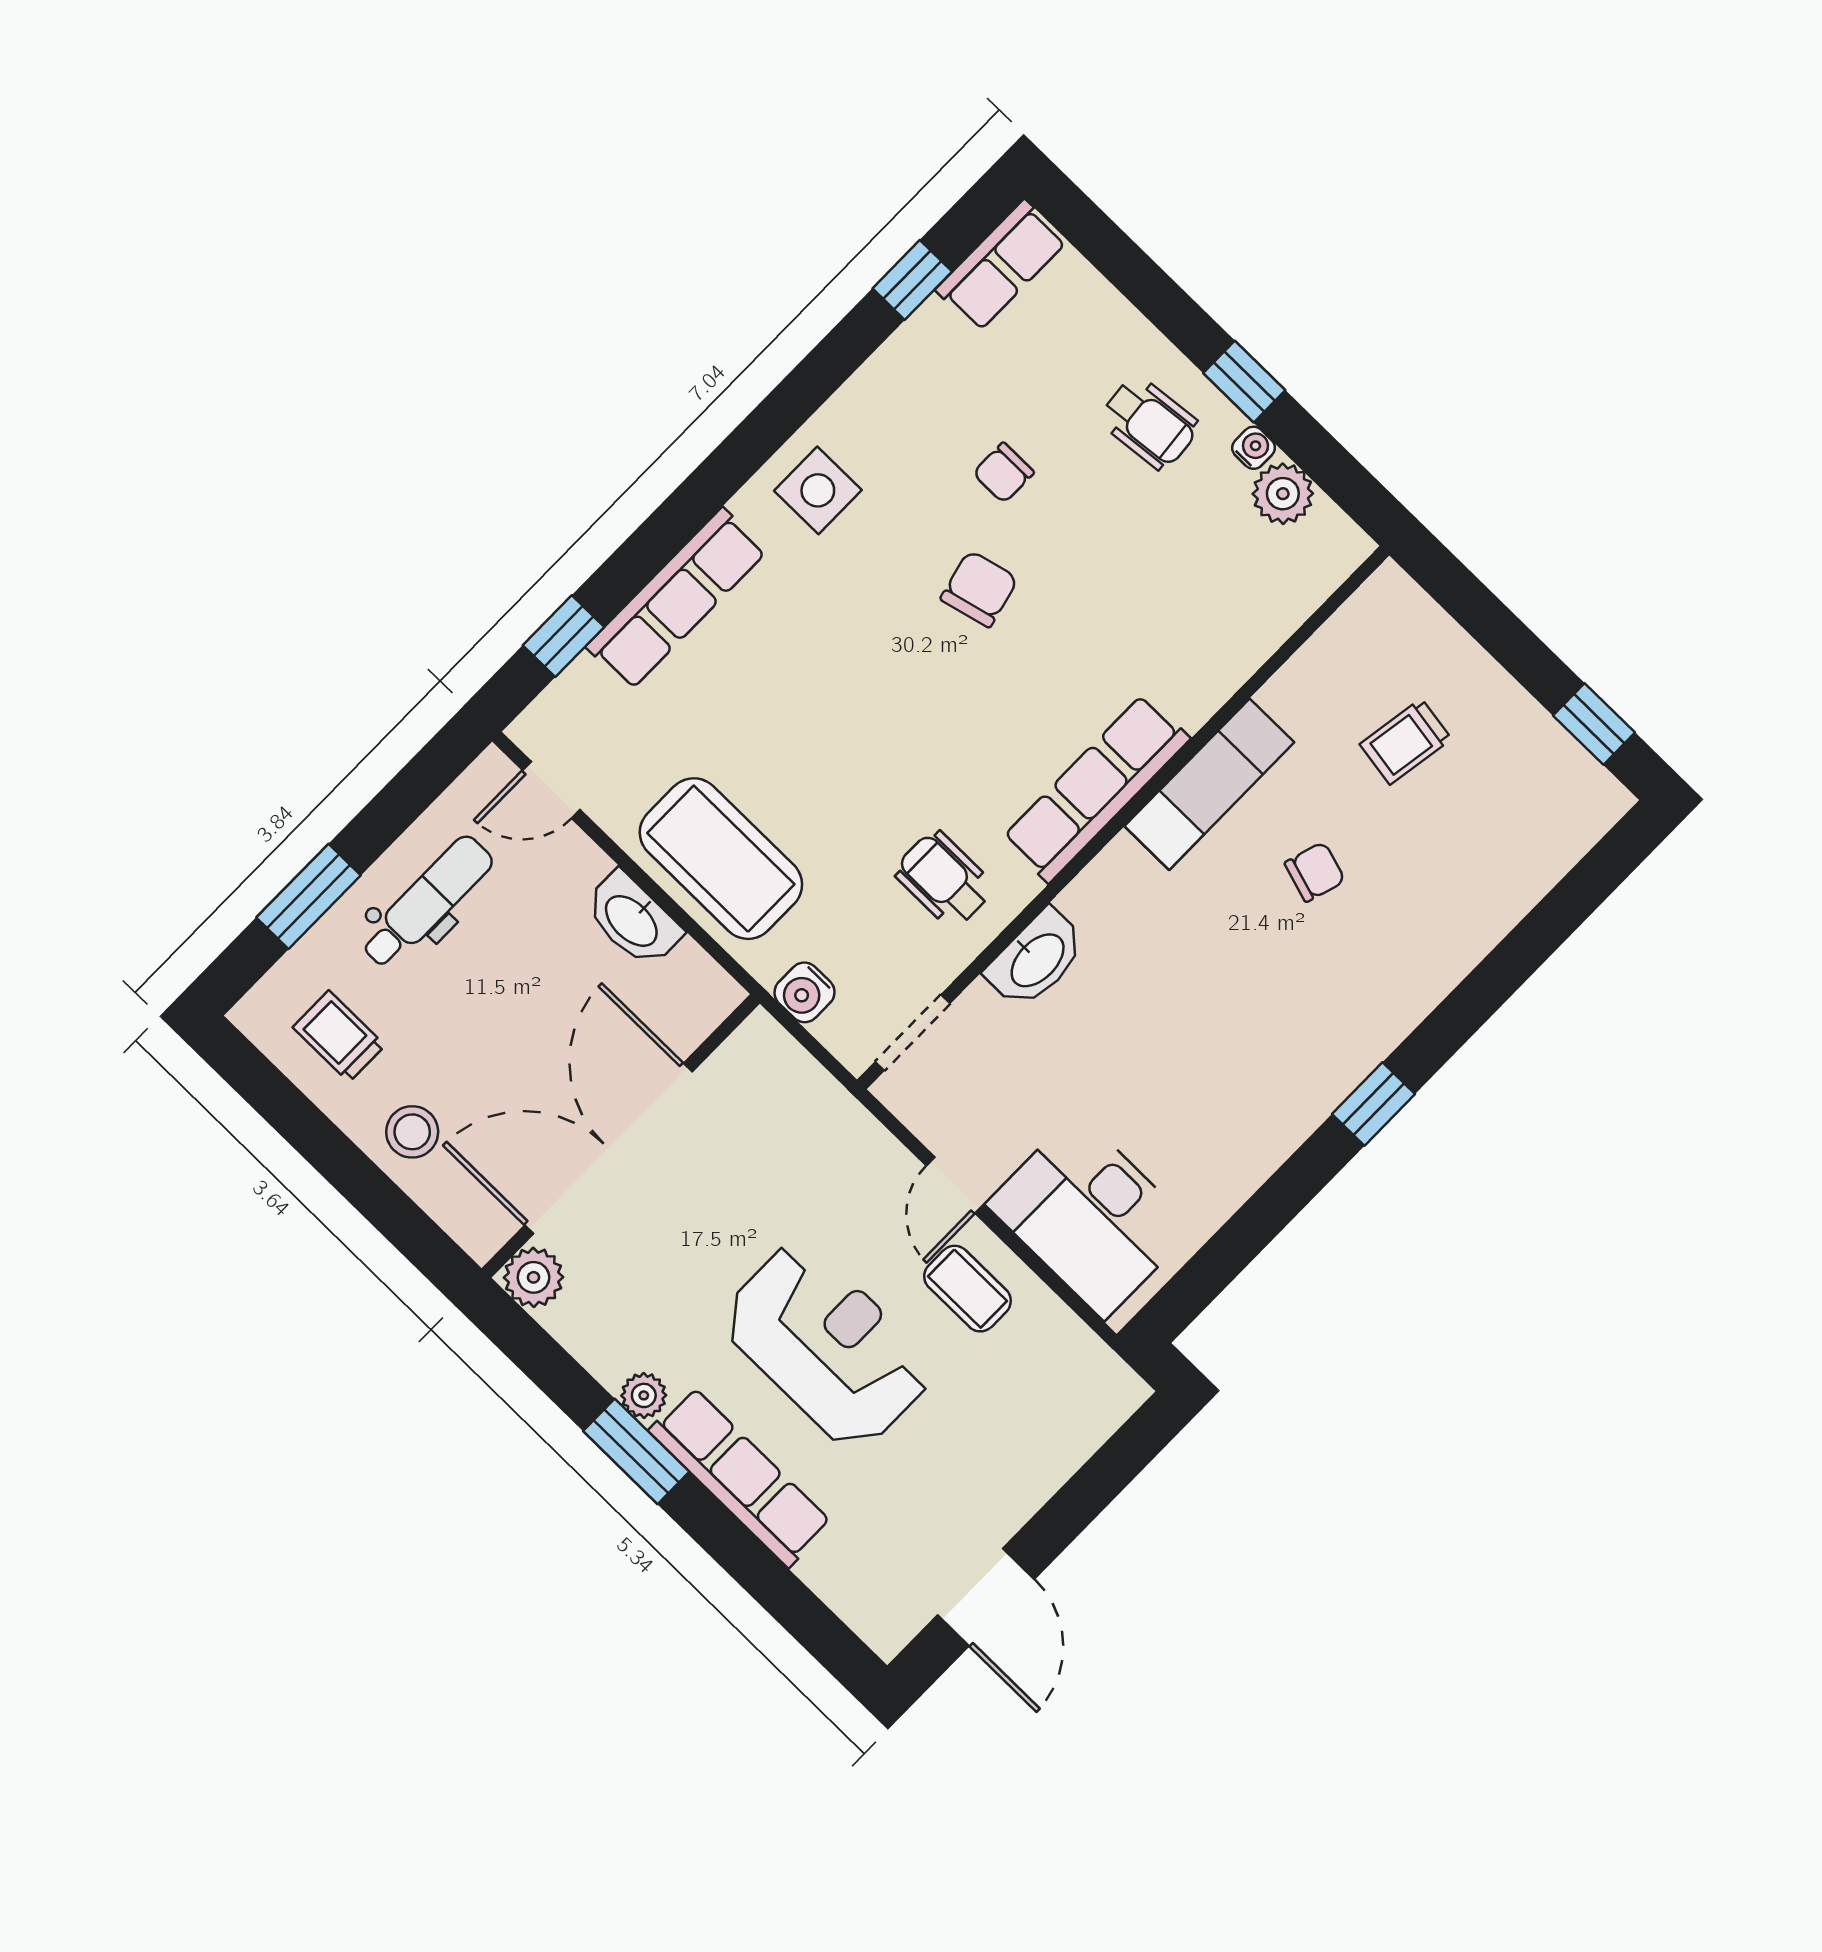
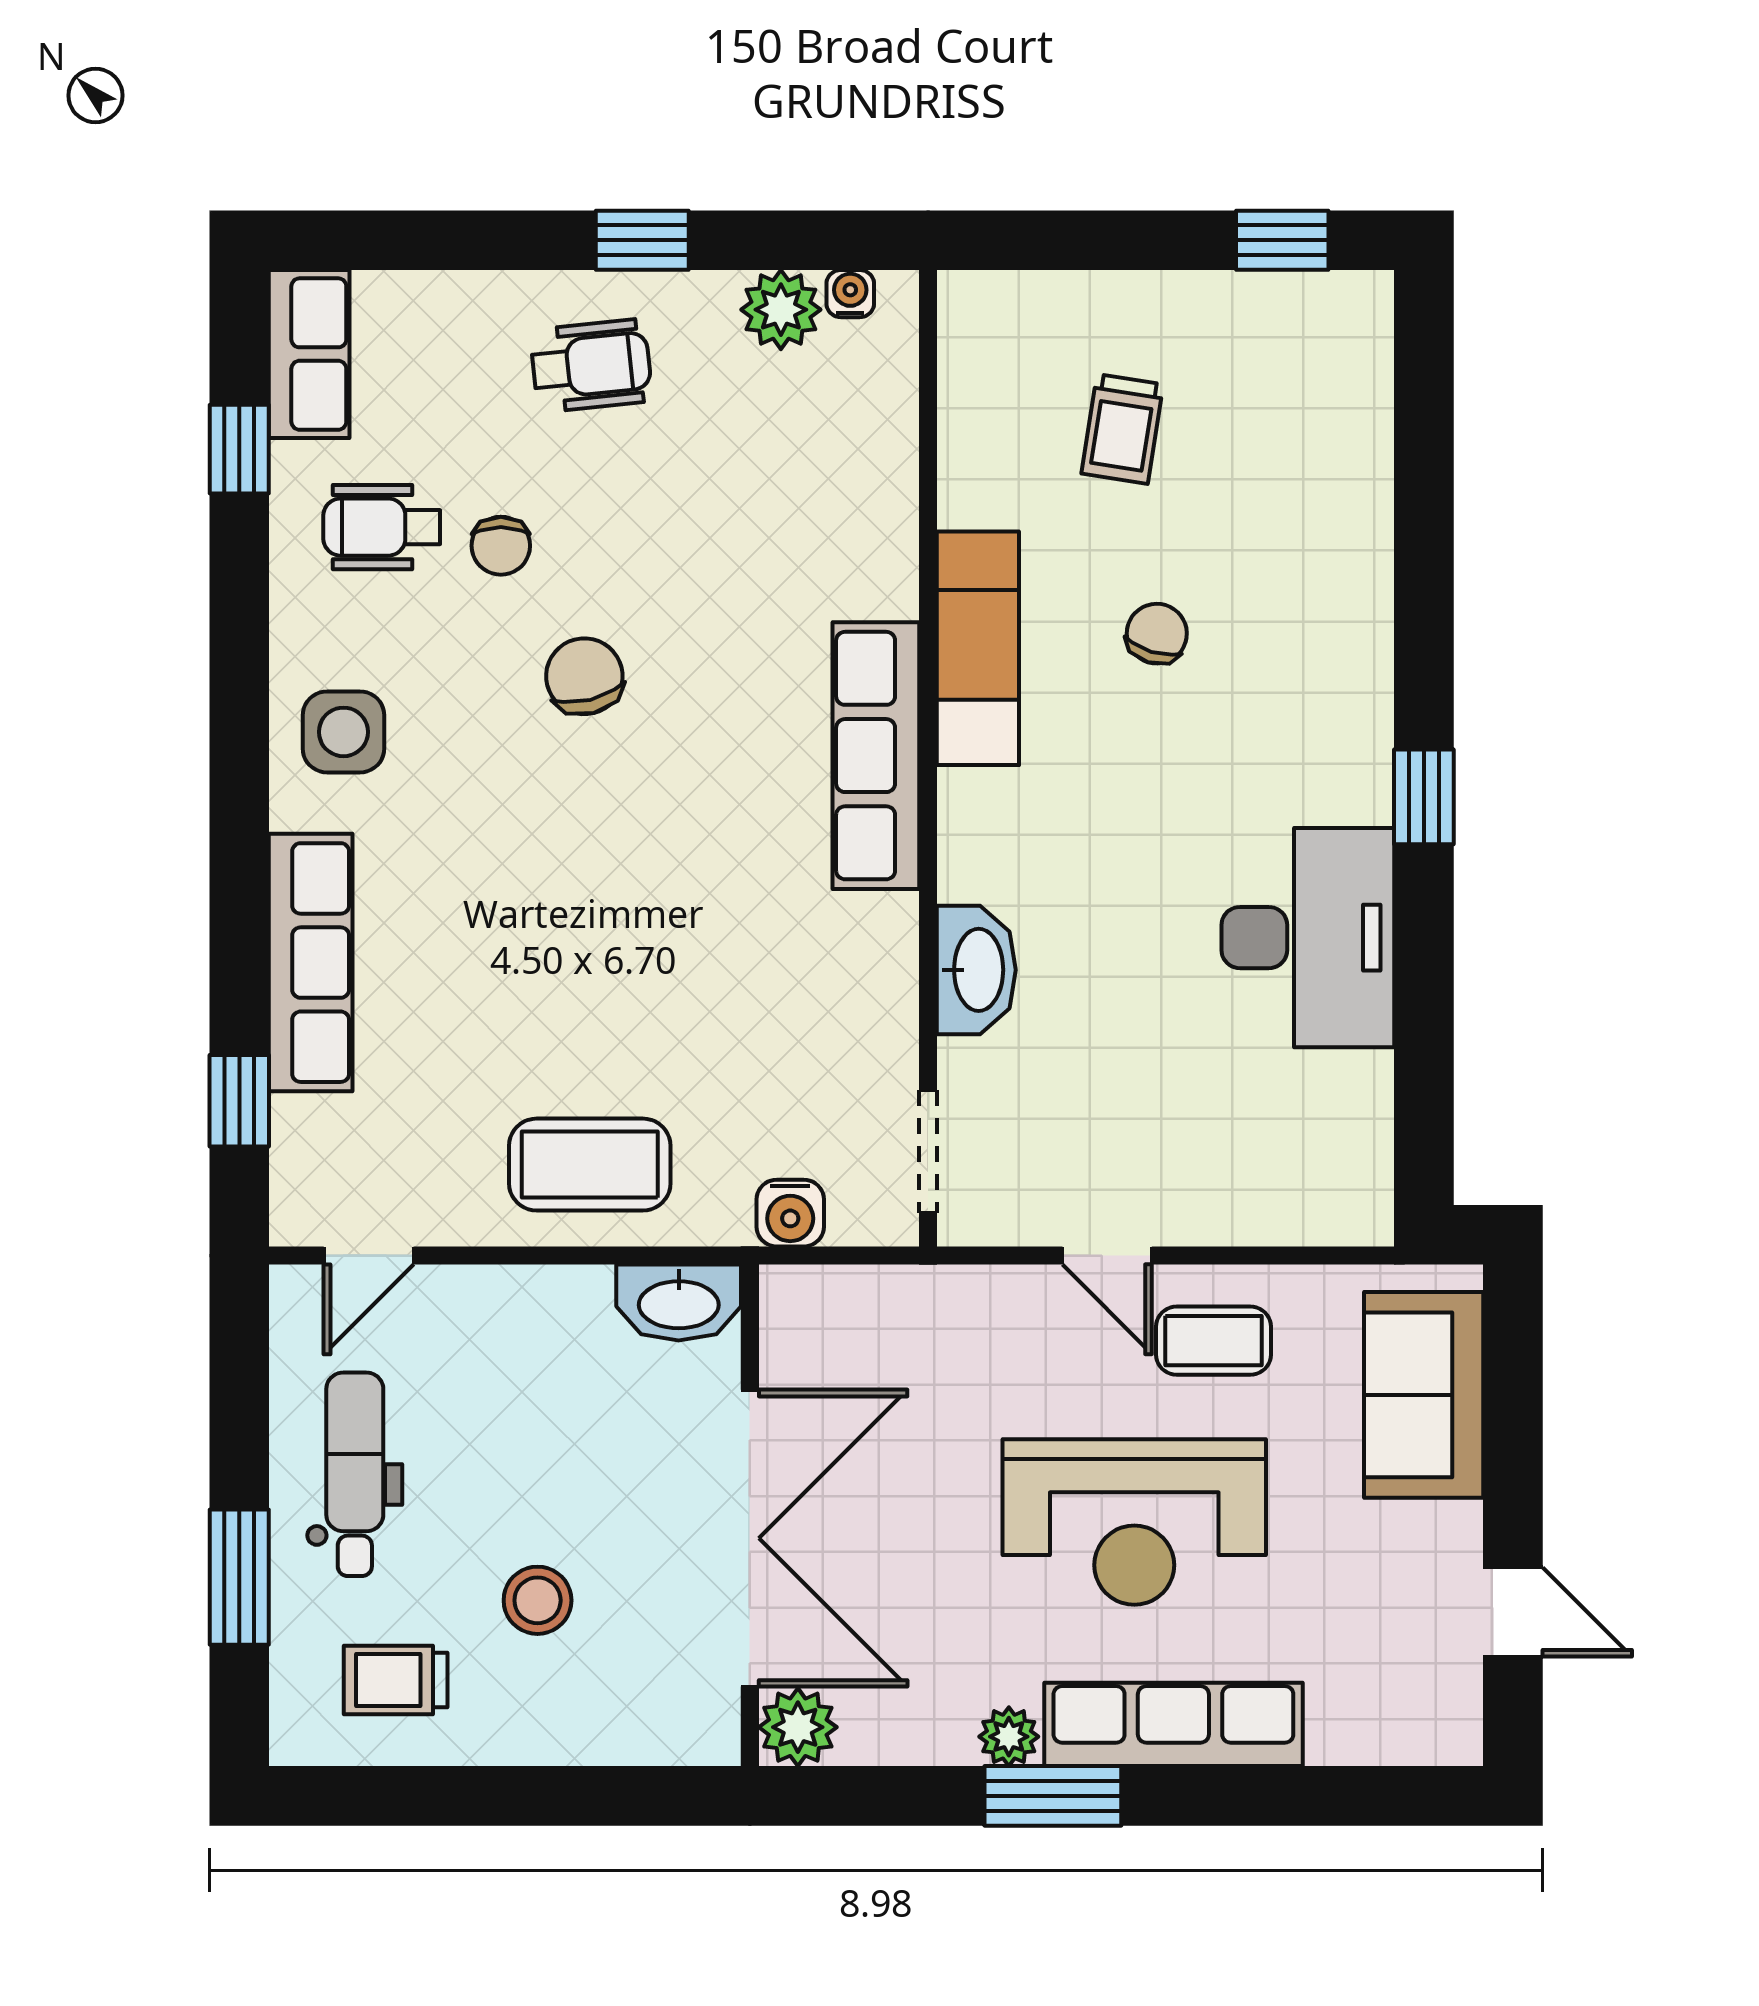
water cooler: (1253, 448) -> (850, 294), moved
coffee table: (721, 859) -> (590, 1165), width x0.73, depth x0.76
wheelchair: (944, 879) -> (382, 527), moved
washbasin: (633, 920) -> (679, 1302), moved
stool: (412, 1132) -> (538, 1600), moved
double door: (608, 1148) -> (750, 1538), swing flipped
desk: (1090, 1216) -> (1308, 938), moved, turned -90
reception desk: (827, 1345) -> (1134, 1522), turned 180
sofa: (1053, 1431) -> (1424, 1395), added
door: (986, 1597) -> (1513, 1612), width x0.73

